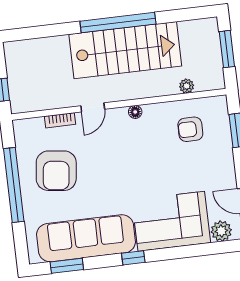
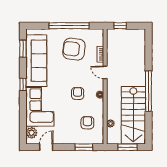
stairs: (125, 50) -> (133, 115), moved
armchair: (138, 154) -> (78, 93), added

